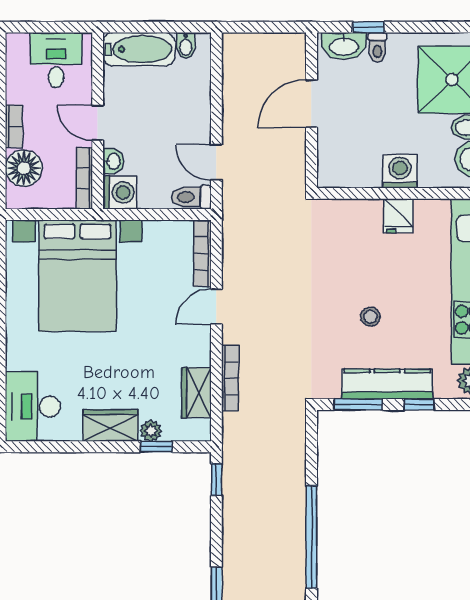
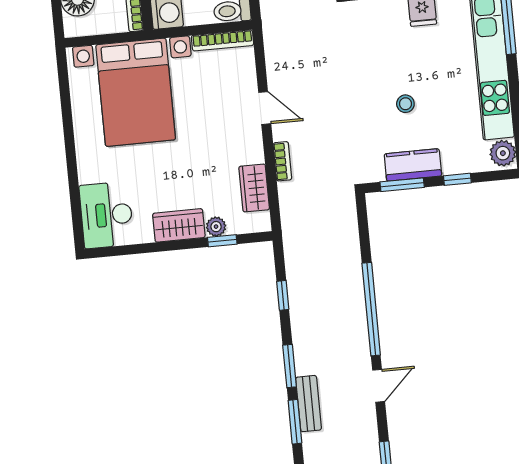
bookcase: (203, 253) -> (223, 40), moved, turned -90
door: (216, 307) -> (265, 108), swing flipped
bookcase: (230, 378) -> (282, 161), width x0.64
kitchen counter: (387, 384) -> (413, 165), width x0.67
window: (216, 480) -> (283, 295), moved

